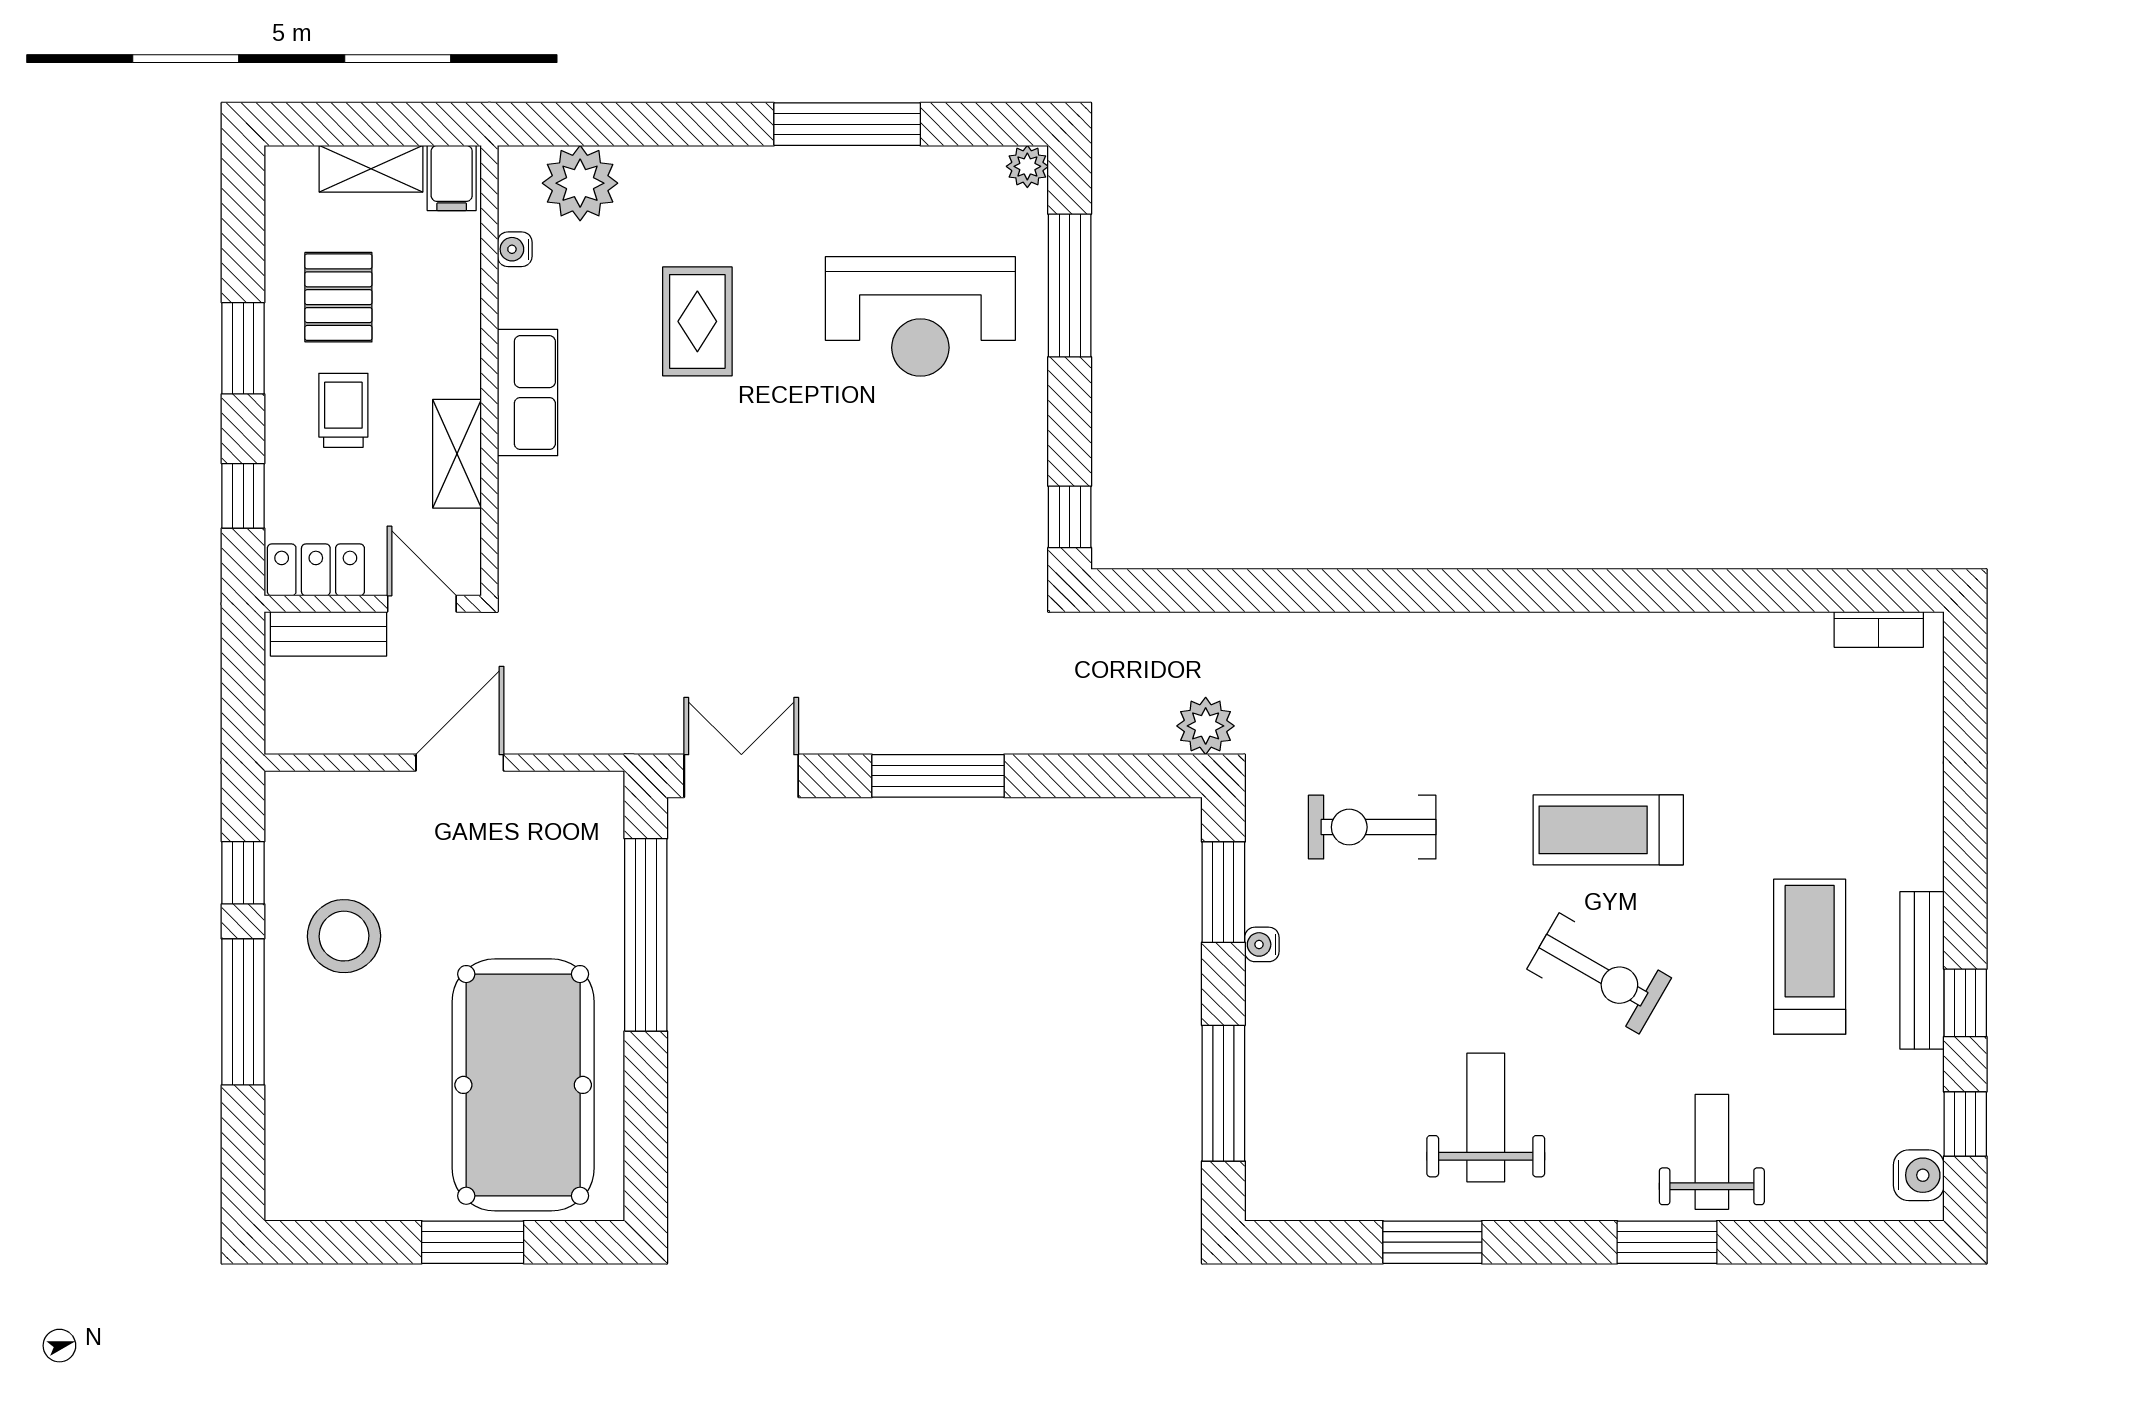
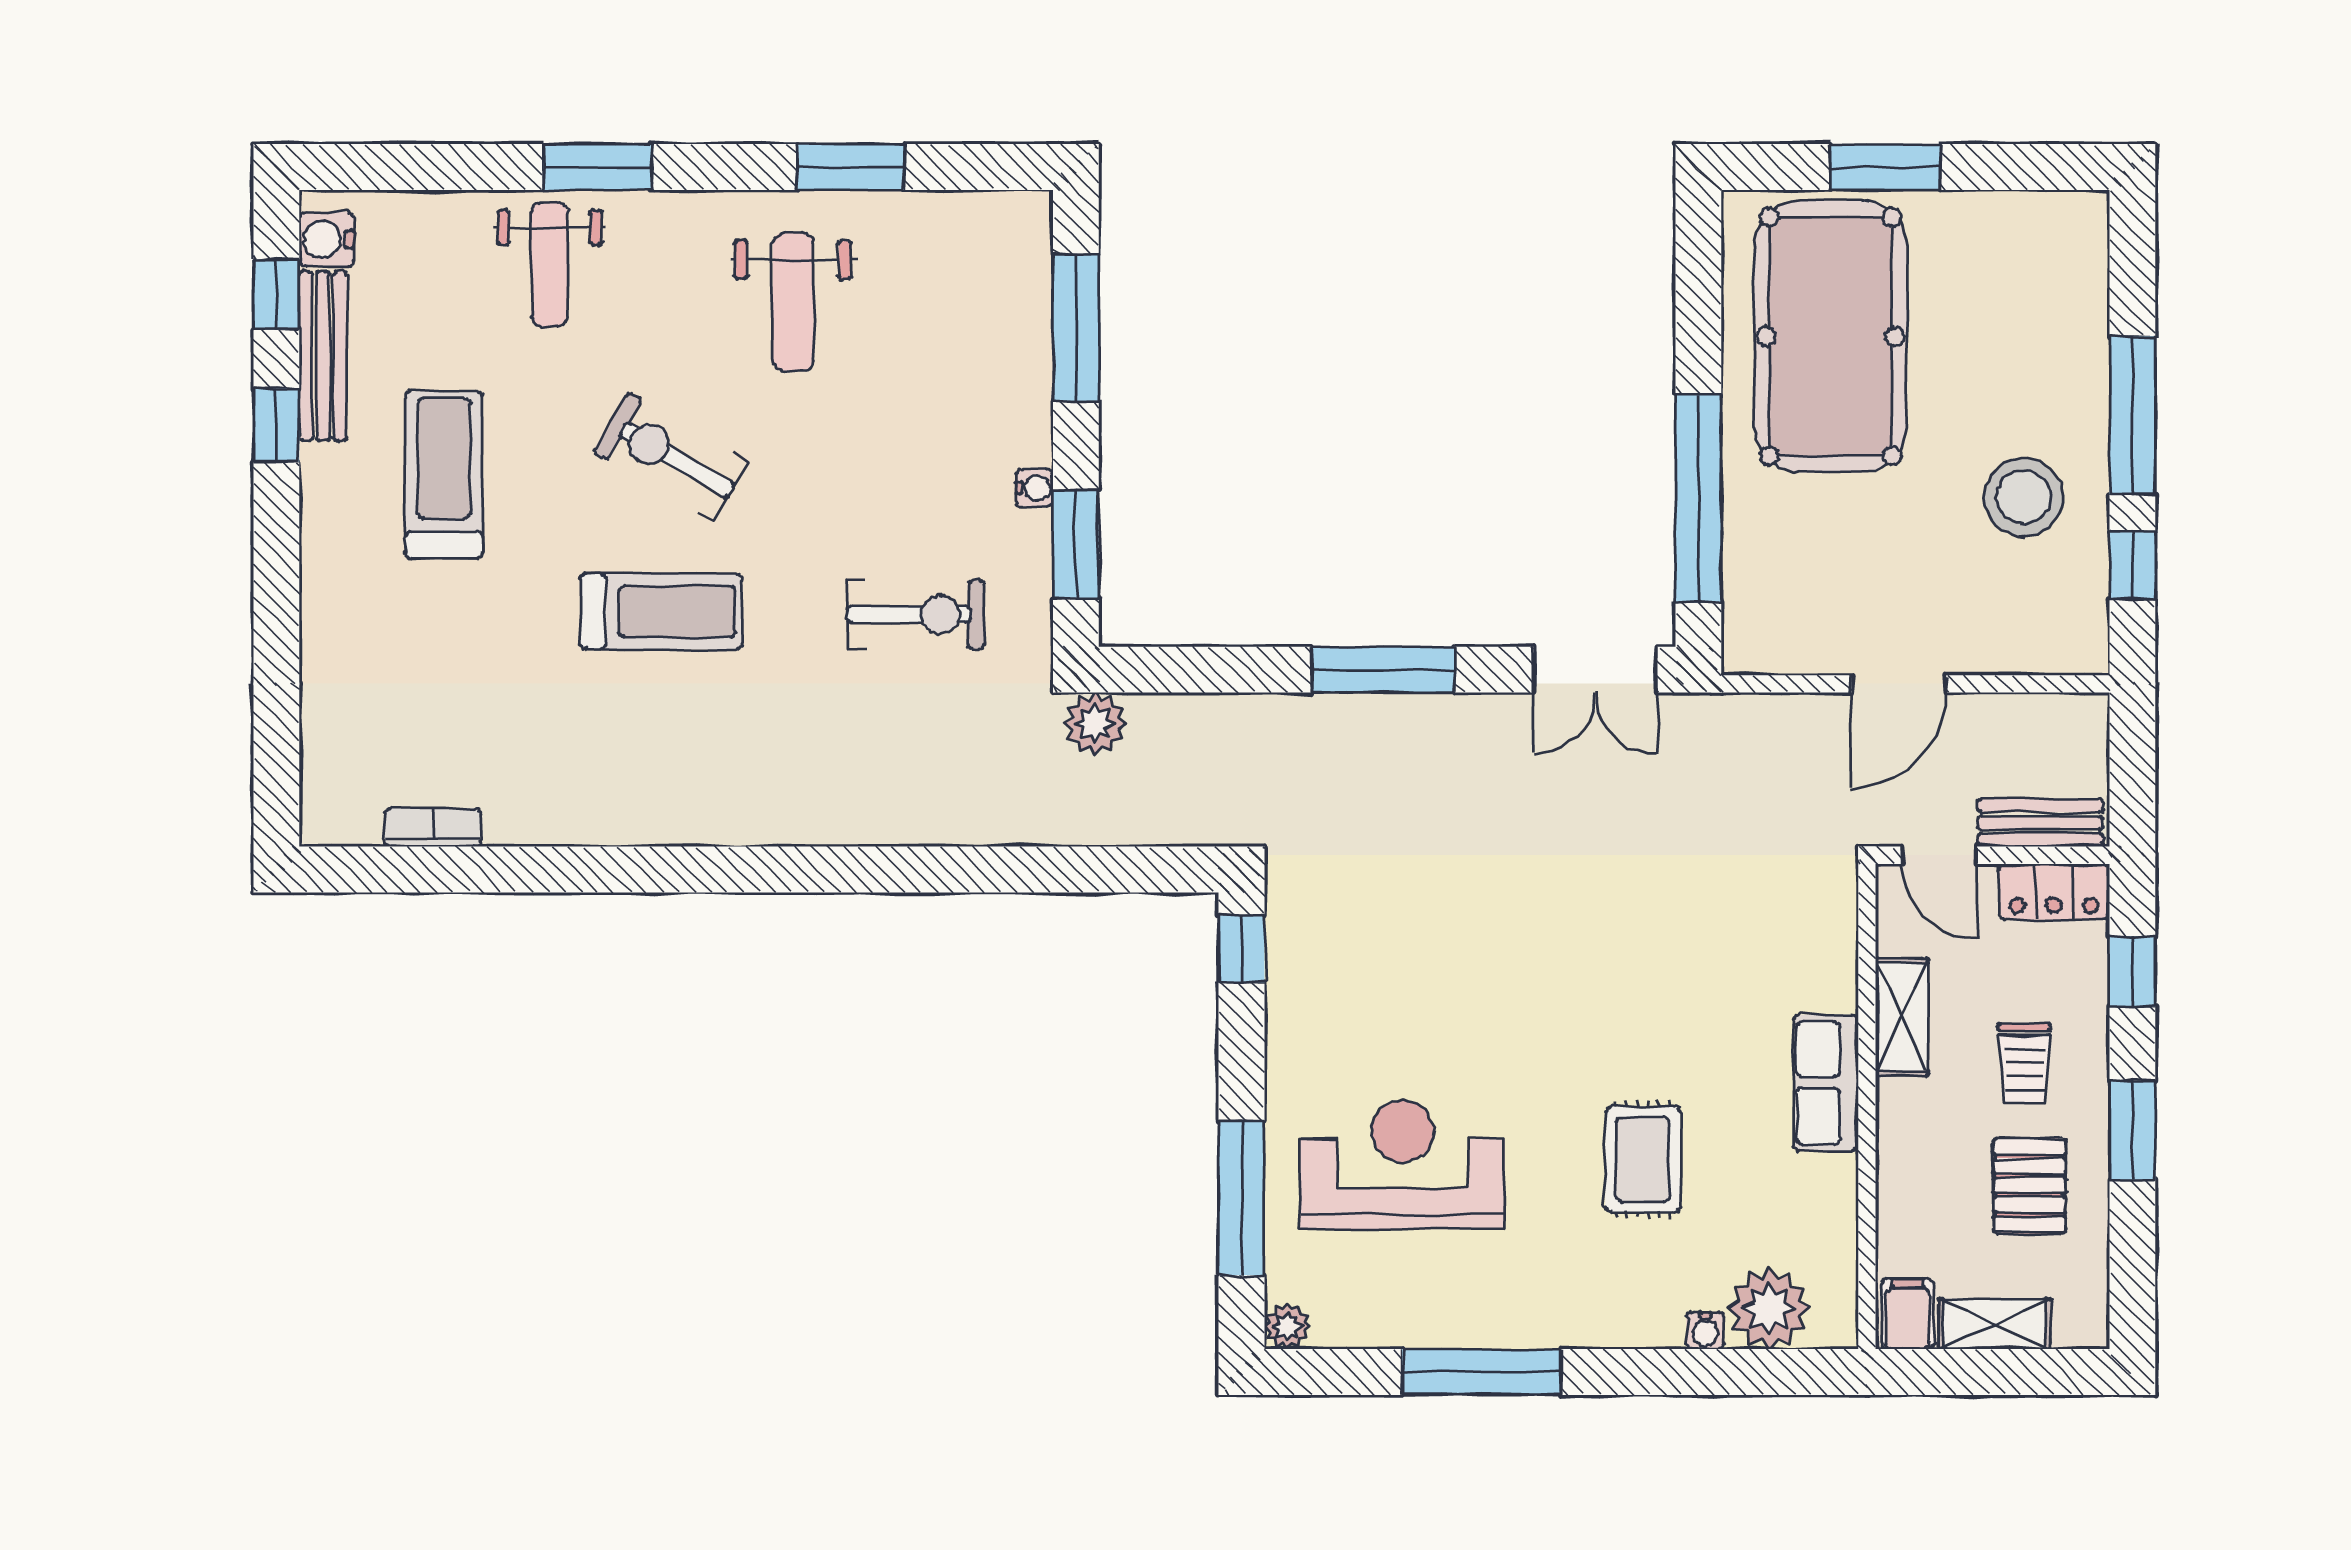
water cooler: (515, 249) -> (1705, 1331), moved, turned 90
bookcase: (1879, 630) -> (433, 827), moved
treadmill: (1810, 957) -> (444, 475), turned 180
bench: (1922, 970) -> (323, 356), moved

